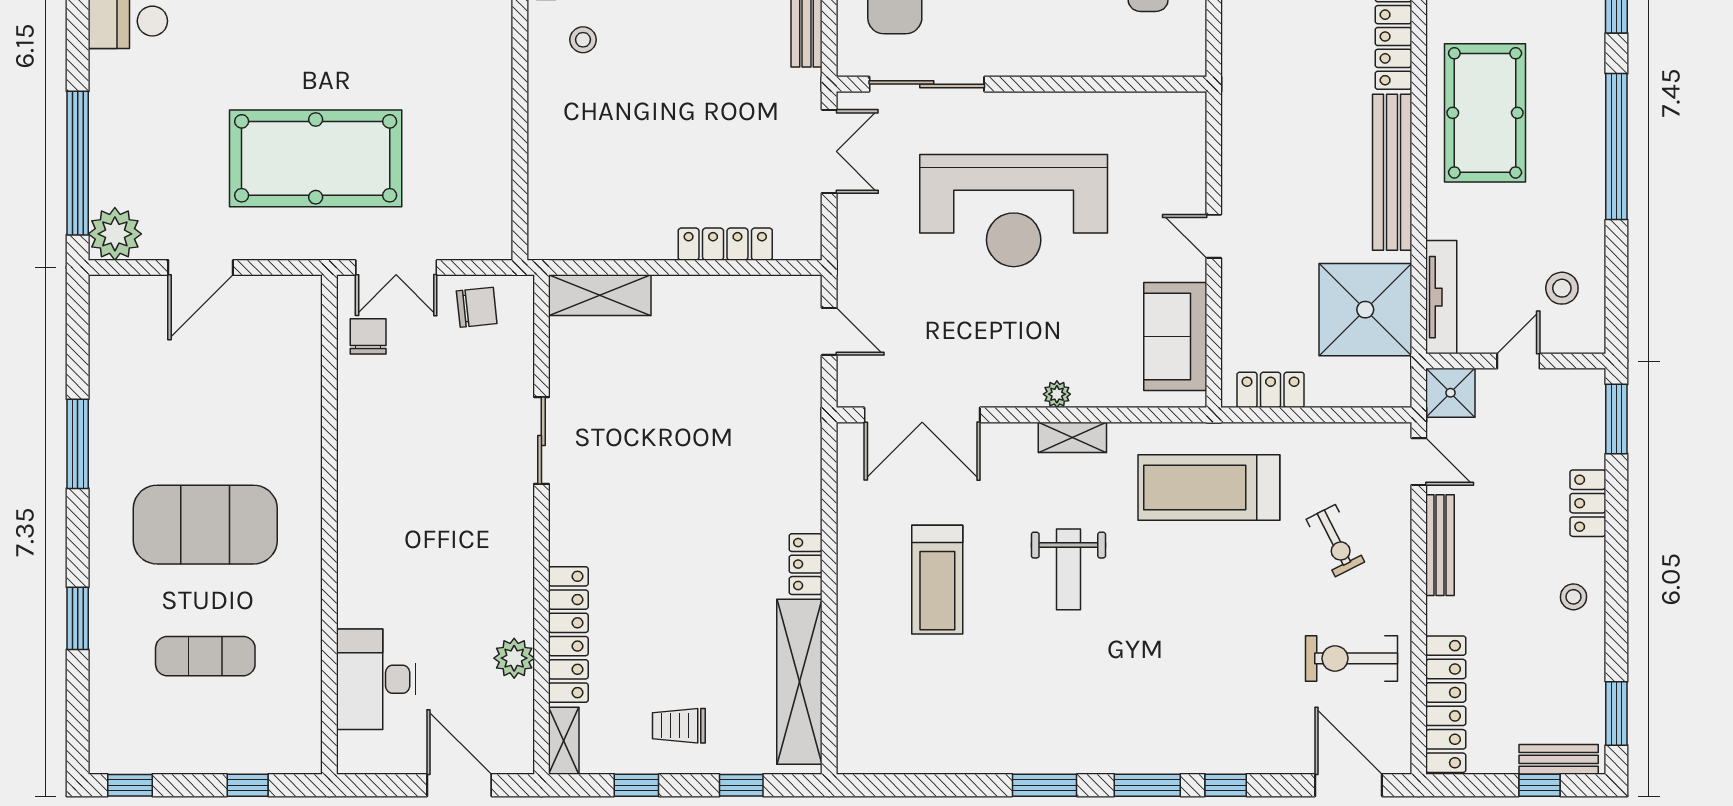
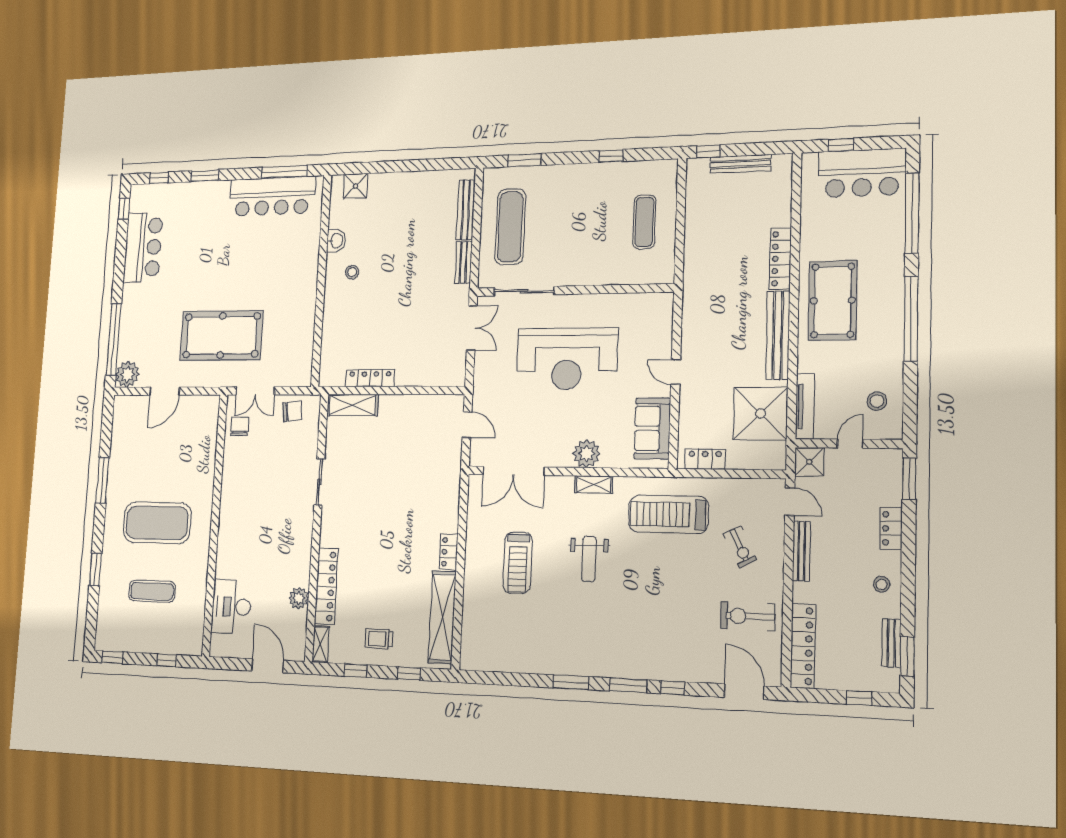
locker: (725, 244) -> (370, 378), moved
plant: (1057, 394) -> (587, 454), width x1.87, depth x1.87
bench: (1559, 759) -> (891, 643), moved, turned 90

